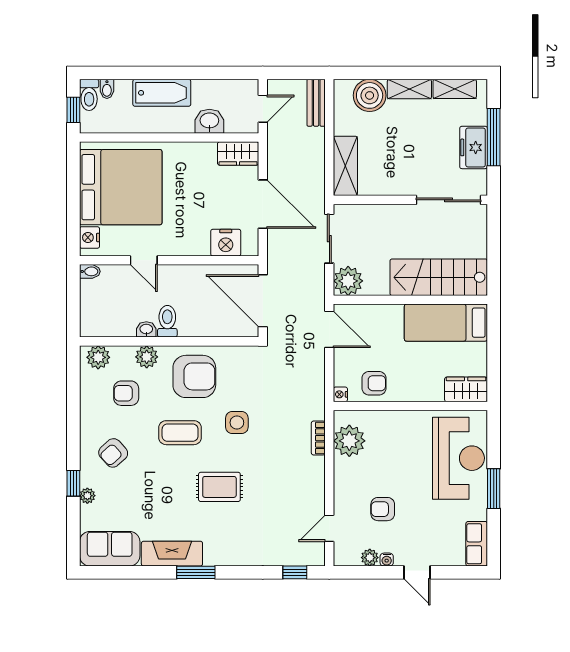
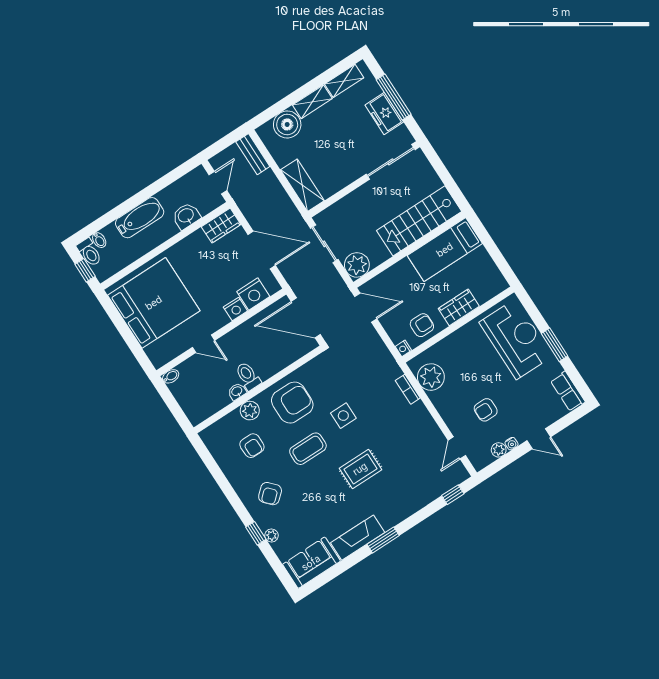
nightstand: (90, 237) -> (235, 309), moved, turned -90
plant: (98, 357) -> (216, 433), removed
wardrobe: (466, 389) -> (459, 307), moved
armchair: (126, 393) -> (252, 446), turned -90

